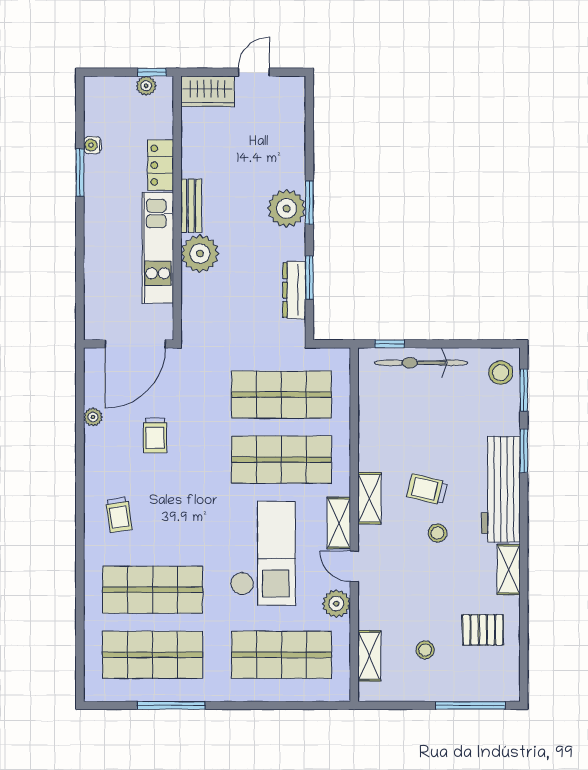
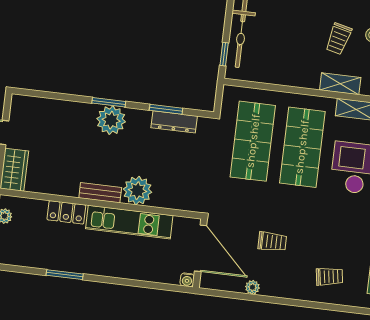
water cooler: (92, 145) -> (187, 280), moved

